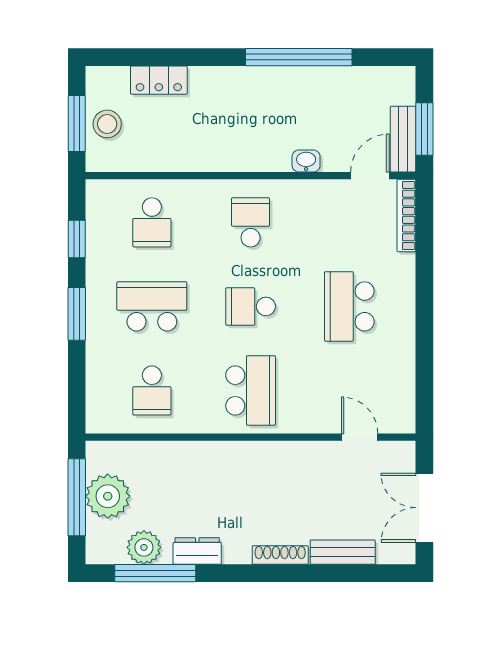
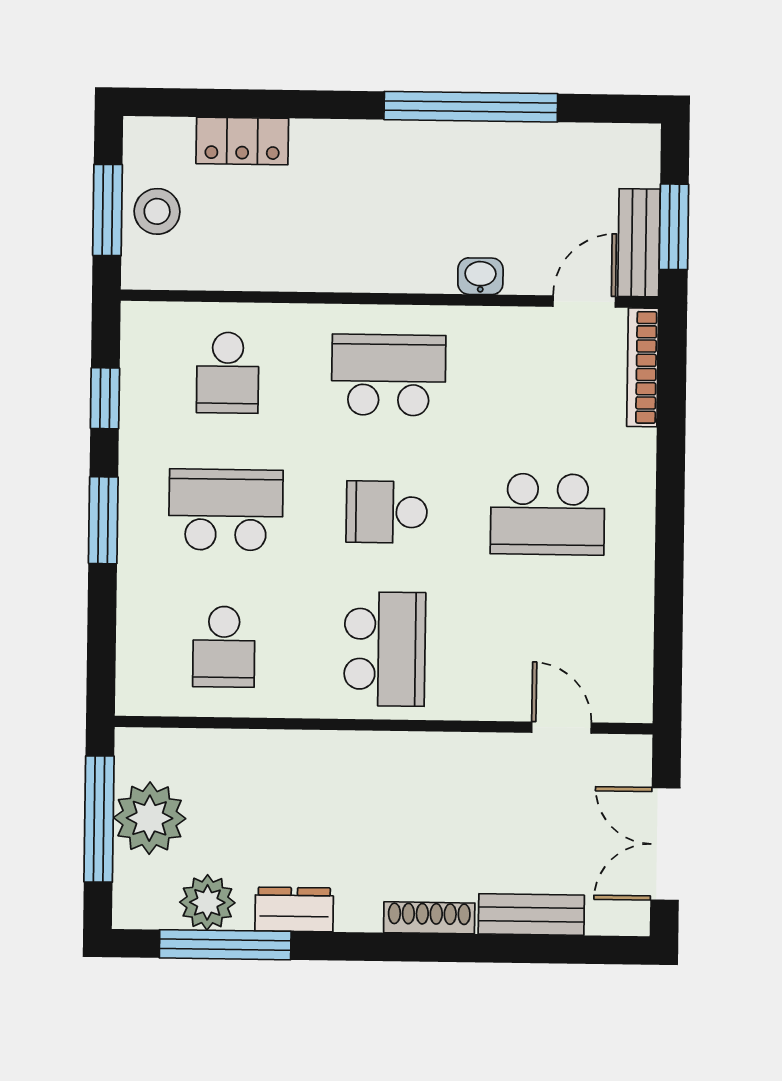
school desk: (251, 222) -> (389, 375), width x1.85
school desk: (349, 306) -> (548, 514), turned -90

